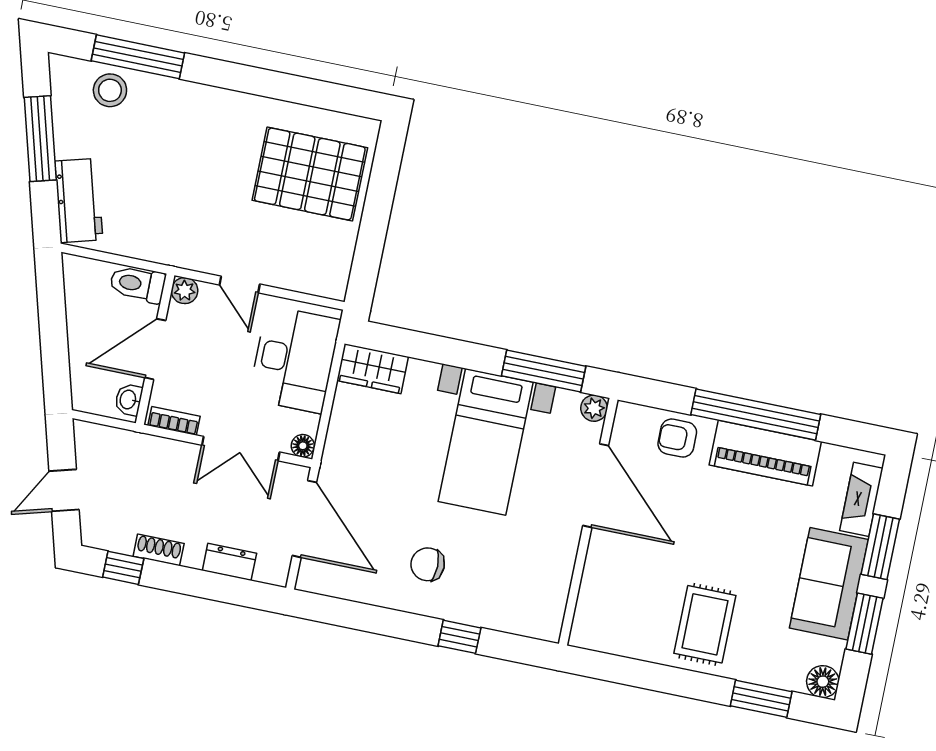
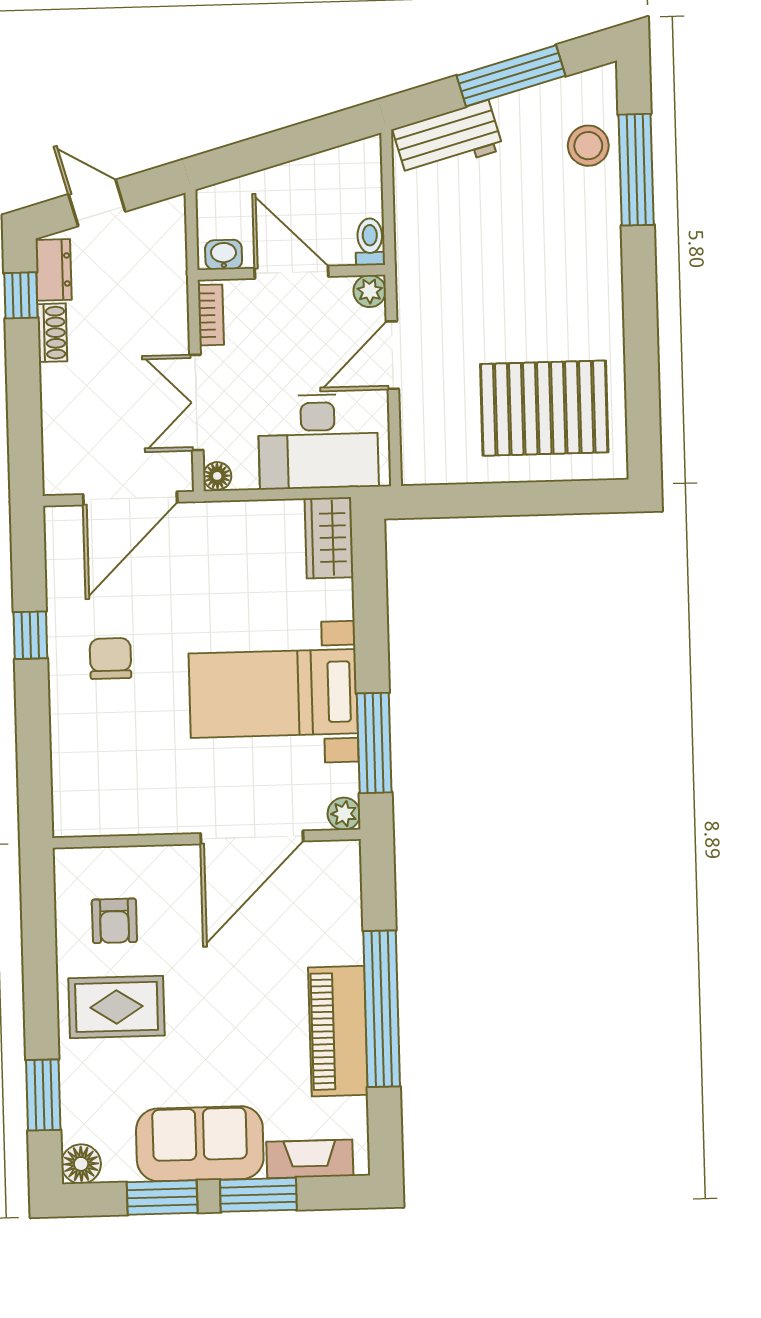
pallet: (310, 174) -> (544, 408), turned 90
toilet: (137, 284) -> (370, 242), width x0.73, depth x0.72
door: (240, 284) -> (392, 355), width x1.38
armchair: (677, 438) -> (114, 921), moved, turned 180
dresser: (229, 562) -> (54, 270), moved
window: (459, 637) -> (30, 635), moved

